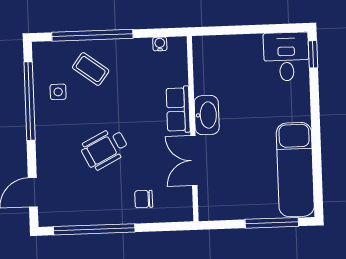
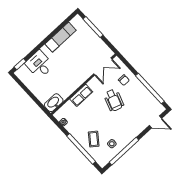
desk: (286, 57) -> (39, 64), moved, turned 90
washbasin: (207, 115) -> (54, 103), moved
wheelchair: (105, 149) -> (114, 100), moved, turned 46
double door: (194, 161) -> (103, 67), moved
exam couch: (295, 170) -> (61, 37), width x0.73, depth x0.69

